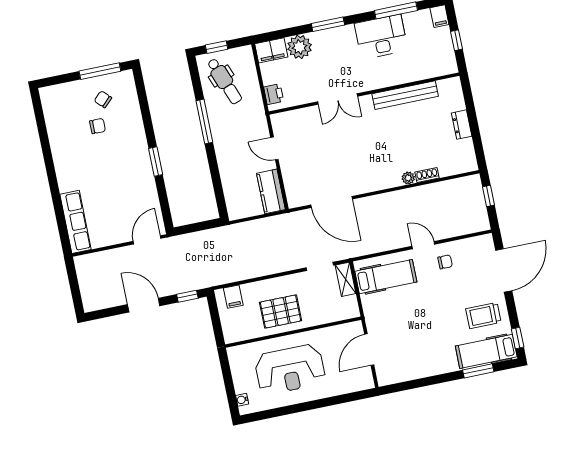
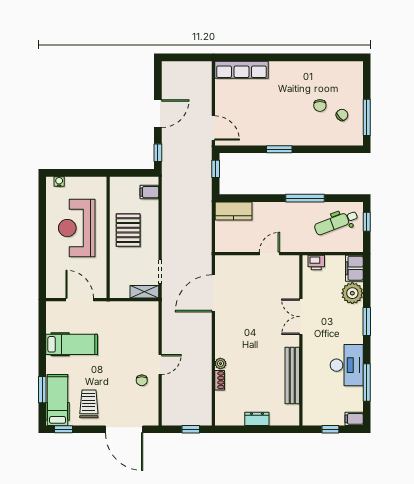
kitchen counter: (271, 191) -> (234, 211), moved, turned 180
window: (192, 228) -> (216, 169), added
hospital bed: (386, 277) -> (72, 344), moved, turned -90

